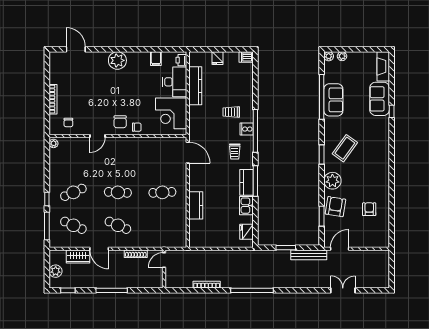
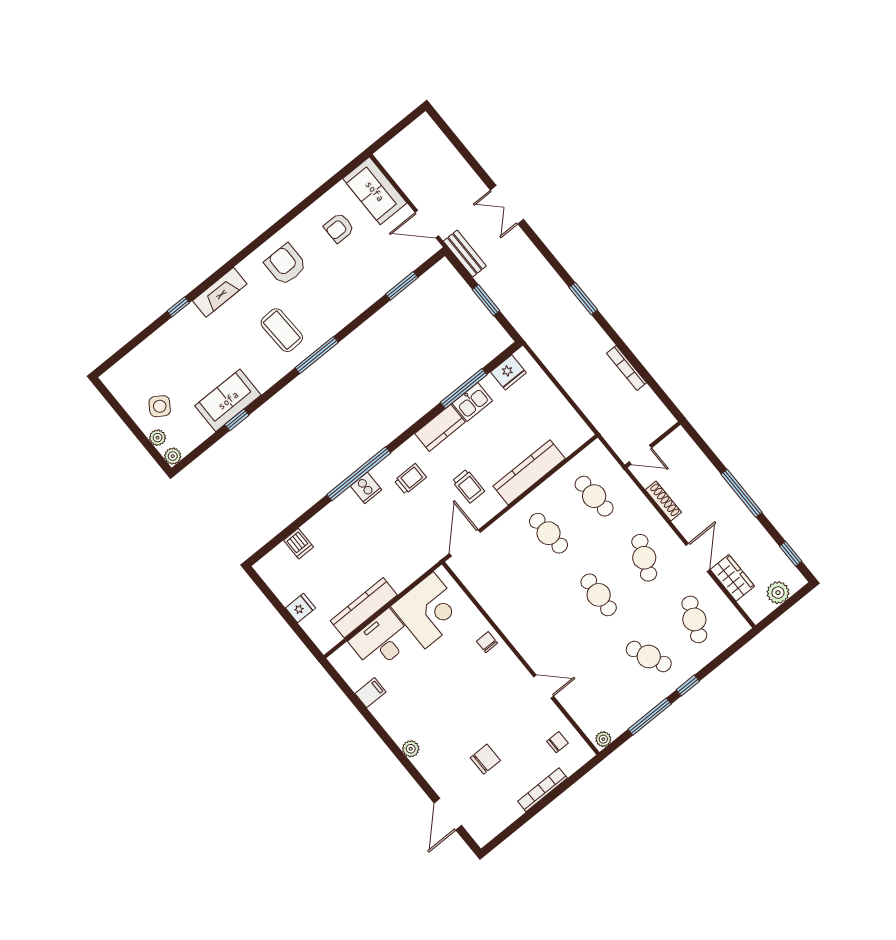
dishwasher: (246, 57) -> (298, 544), moved
plant: (117, 60) -> (411, 749), width x0.53, depth x0.53
printer: (181, 60) -> (344, 656), removed
fireplace: (383, 66) -> (220, 292), moved
side table: (355, 68) -> (160, 406), added
window: (322, 97) -> (237, 420), width x0.32
sofa: (380, 99) -> (375, 191), moved, turned 90
trolley: (231, 112) -> (468, 486), moved
chair: (120, 122) -> (485, 759), moved
coffee table: (345, 148) -> (282, 330), turned 52
window: (322, 154) -> (317, 355), width x1.44
window: (255, 181) -> (464, 388), moved
plant: (332, 181) -> (341, 311), removed
kitchen counter: (196, 205) -> (529, 472), width x1.50
armchair: (335, 207) -> (286, 264), moved, turned 81
cafe table: (162, 225) -> (594, 496), added
window: (47, 226) -> (650, 717), moved
bench: (309, 255) -> (465, 254), width x0.73
window: (252, 290) -> (583, 299), width x0.47
double door: (343, 290) -> (507, 205), moved

